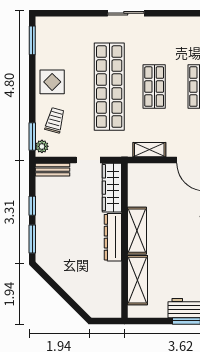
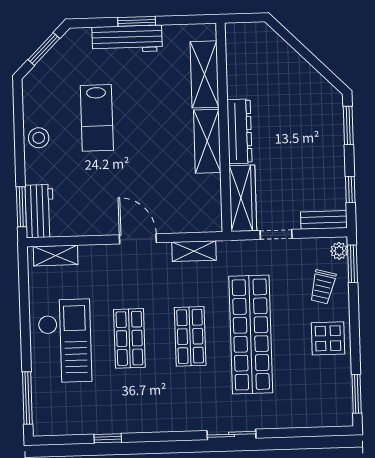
window: (32, 206) -> (350, 190), moved

